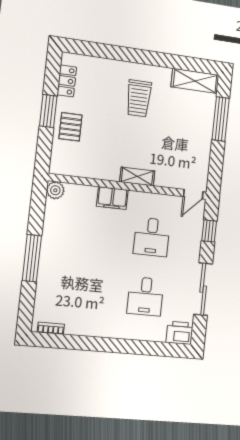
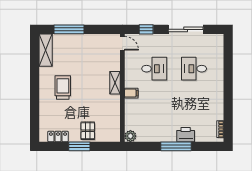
trolley: (139, 98) -> (63, 87), turned -90
pallet: (70, 127) -> (88, 131), turned 90
filing cabinet: (112, 198) -> (131, 93), width x0.50
desk: (145, 296) -> (194, 69), turned 180
printer: (180, 333) -> (186, 135), moved, turned 90

